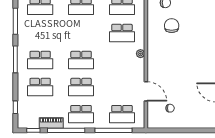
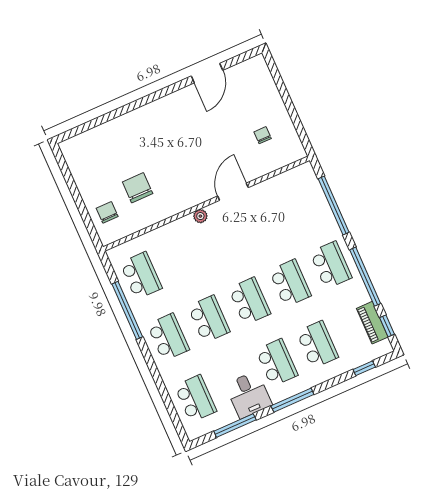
chair: (172, 26) -> (138, 188), turned 90
school desk: (122, 33) -> (209, 319), moved
desk: (29, 36) -> (249, 395), added
door: (146, 91) -> (233, 192), moved
school desk: (122, 114) -> (304, 204), removed
piano: (51, 123) -> (372, 323), moved

